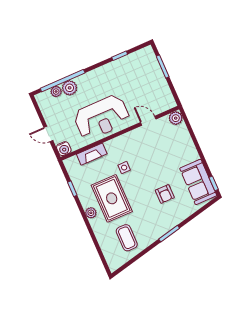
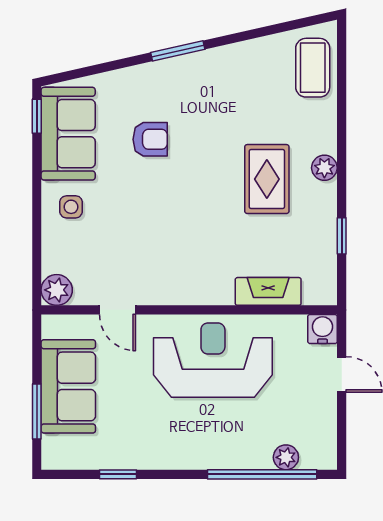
sofa: (154, 82) -> (68, 386), added
plant: (70, 88) -> (254, 453), removed
side table: (124, 168) -> (71, 207), moved
armchair: (165, 194) -> (150, 139), turned 90
rug: (112, 198) -> (267, 179), width x0.73, depth x0.70
coffee table: (127, 238) -> (313, 68), moved

